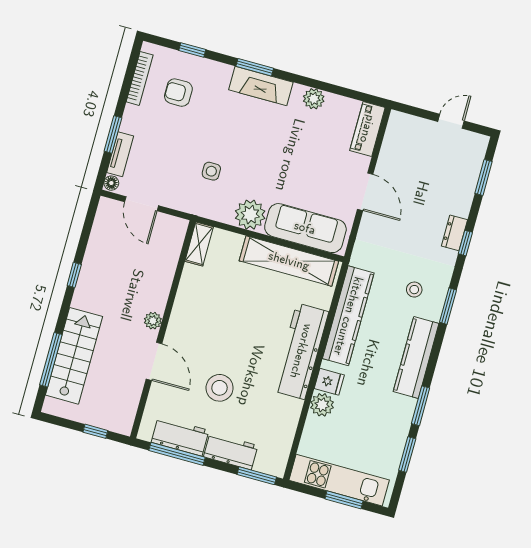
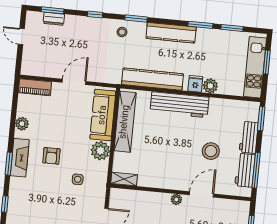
armchair: (178, 93) -> (51, 156), moved
dresser: (454, 233) -> (54, 19), moved
stool: (414, 290) -> (122, 32), moved

